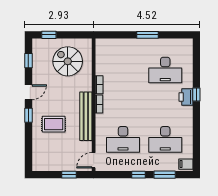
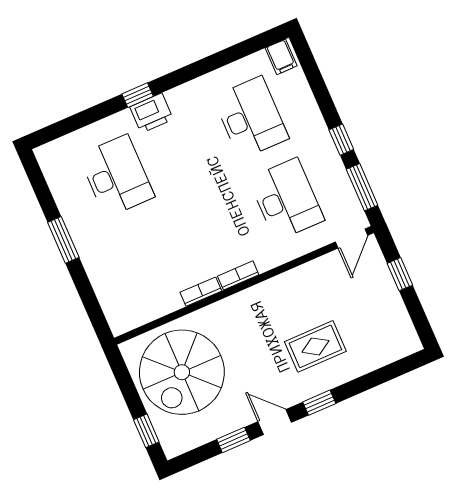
window: (28, 61) -> (233, 440), moved
spiral stairs: (68, 61) -> (182, 372), width x1.37, depth x1.37
bench: (86, 116) -> (273, 291), removed
rug: (54, 124) -> (315, 346), turned 90
door: (94, 160) -> (352, 239), hinge flipped
window: (165, 175) -> (362, 187), moved

